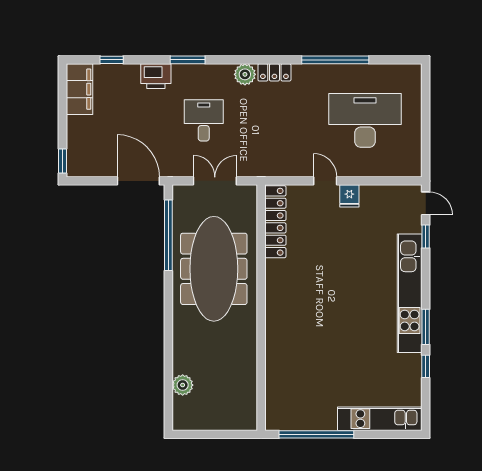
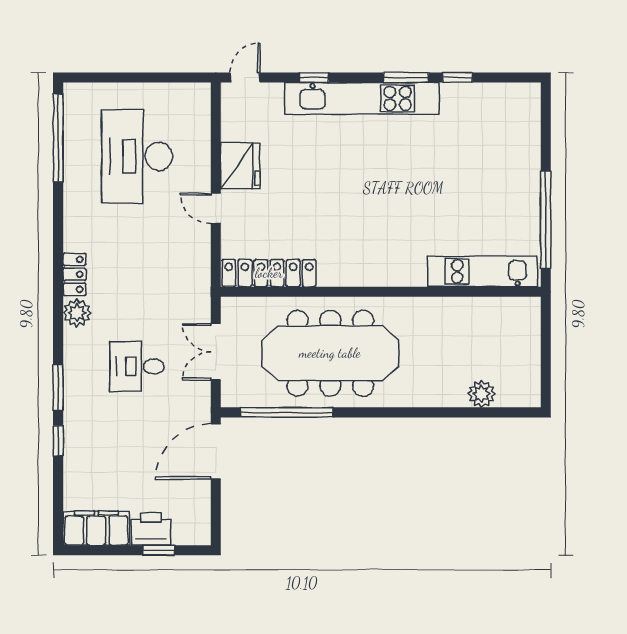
window: (112, 60) -> (58, 441), moved
window: (335, 60) -> (58, 138), moved
printer: (156, 76) -> (151, 529), moved, turned -90
window: (63, 161) -> (159, 550), moved
door: (325, 181) -> (216, 208), hinge flipped
fridge: (349, 196) -> (240, 166), width x1.88, depth x1.34
window: (426, 237) -> (314, 77), moved
kitchen unit: (380, 419) -> (482, 271), moved, turned 90

